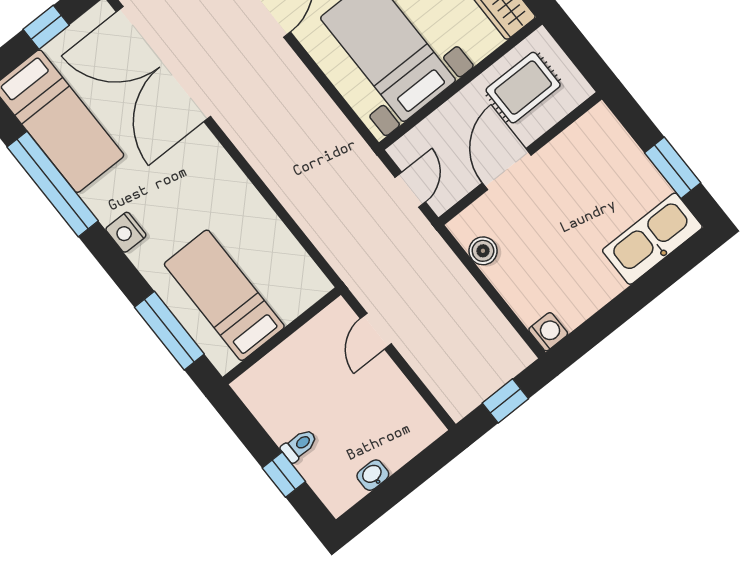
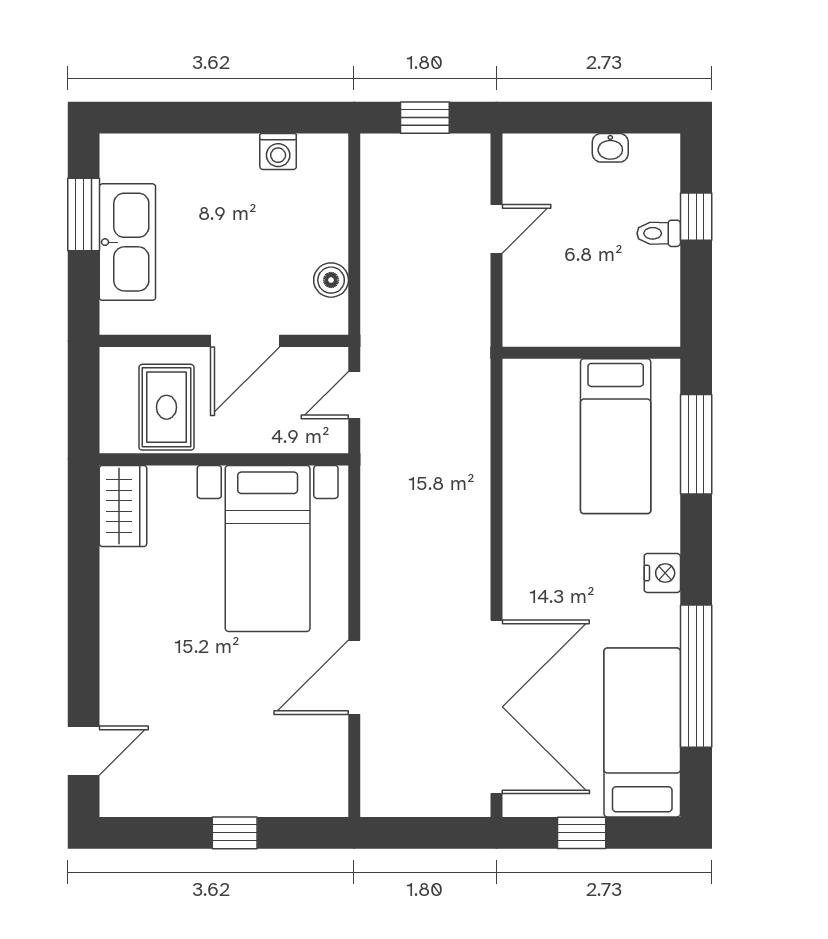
rug: (523, 88) -> (166, 407), turned 90
kitchen sink: (652, 239) -> (127, 242), moved, turned -90
door: (376, 331) -> (497, 229), moved
washing machine: (548, 332) -> (278, 152), moved, turned -90

